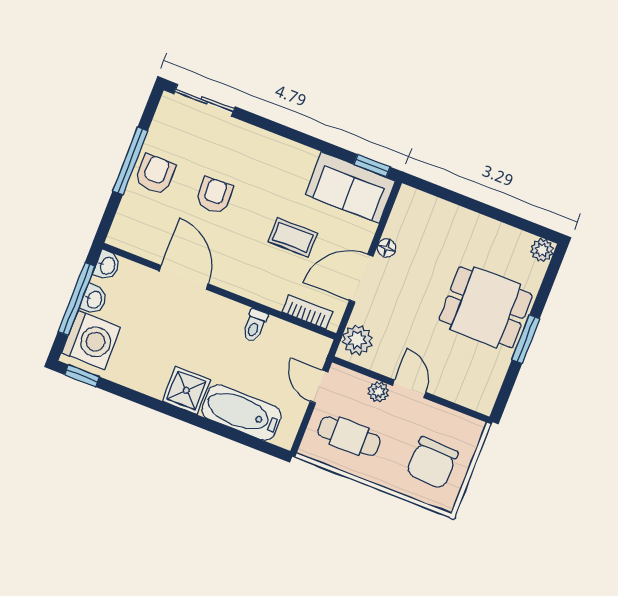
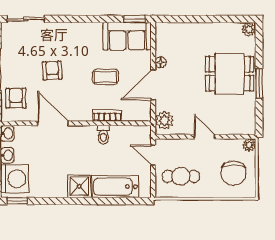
armchair: (155, 174) -> (16, 98), moved
bookcase: (307, 312) -> (107, 116), moved
plant: (378, 392) -> (249, 145), moved

